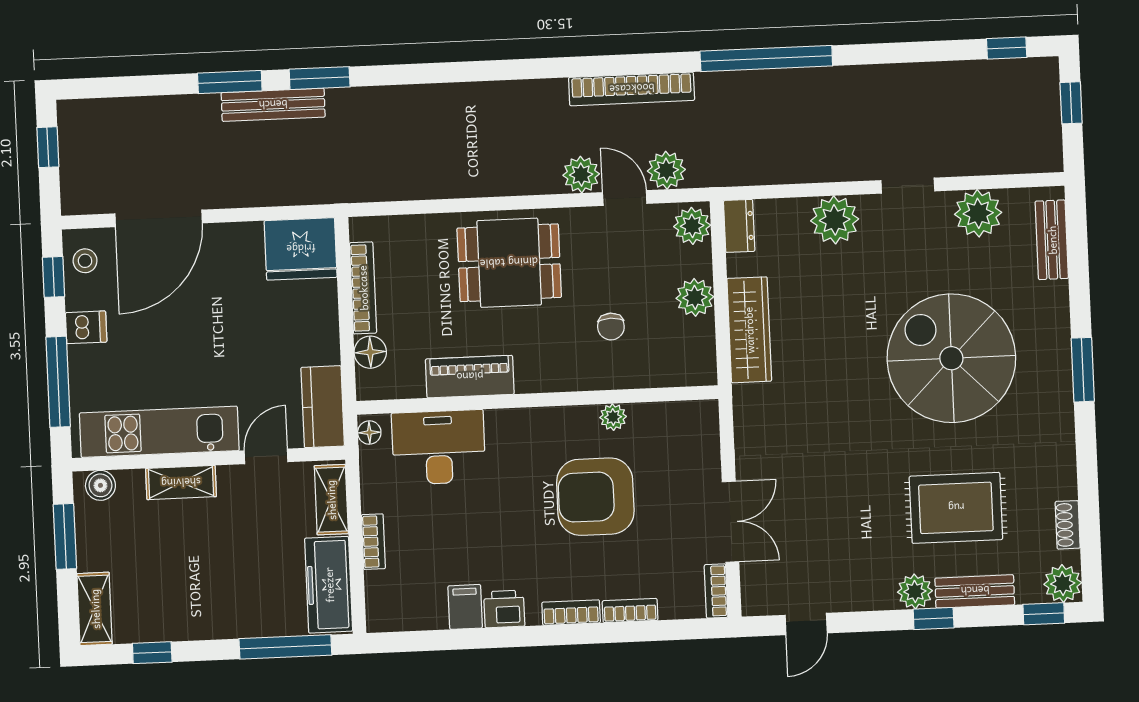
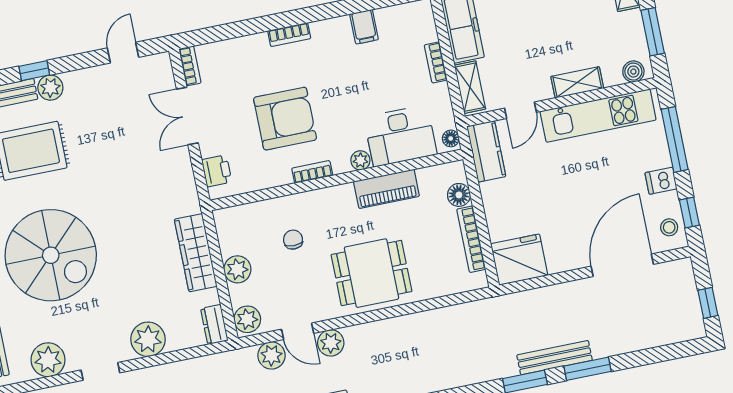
plant: (613, 417) -> (360, 160), moved
printer: (504, 609) -> (217, 171), moved, turned -90
bookcase: (630, 611) -> (312, 172), moved, turned 180

